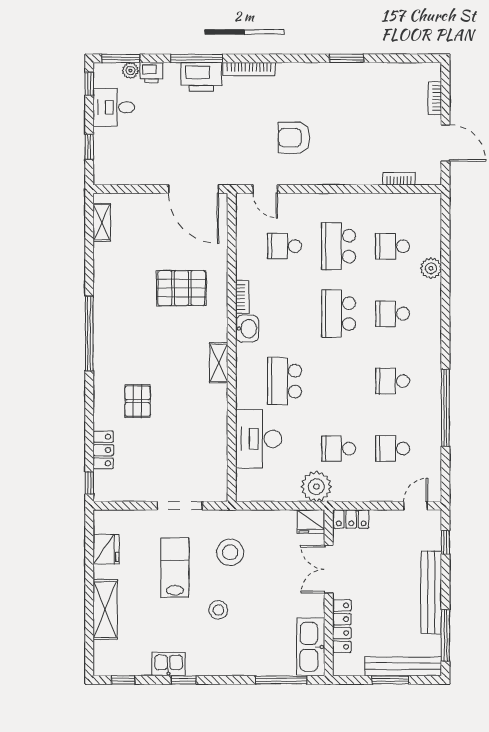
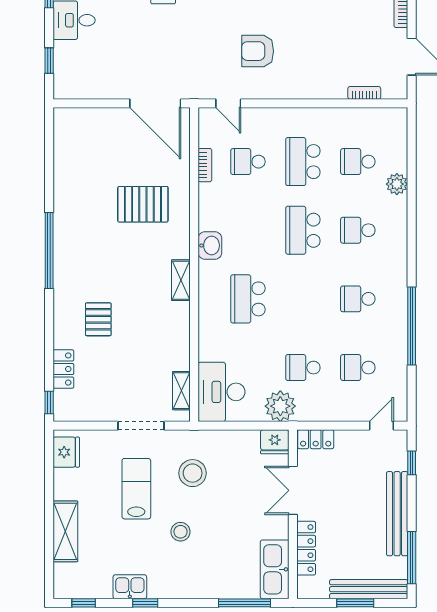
shelving: (102, 222) -> (181, 391), moved
bookcase: (242, 297) -> (205, 165), moved
desk: (259, 439) -> (222, 392), moved
fridge: (106, 549) -> (66, 452), moved

